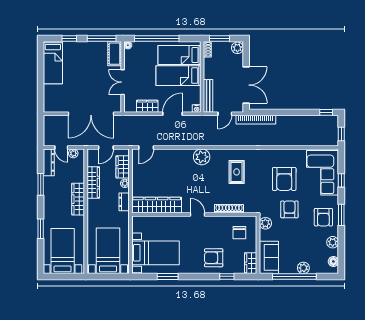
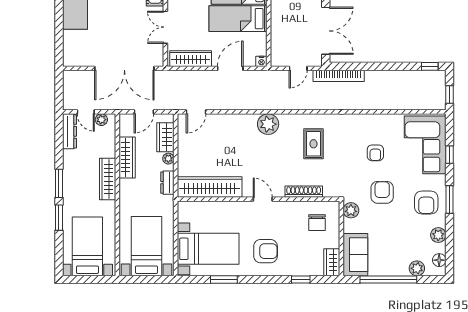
bench: (208, 96) -> (276, 45), removed
wardrobe: (147, 106) -> (191, 59), width x1.50
armchair: (284, 179) -> (375, 153), width x0.53, depth x0.53
window: (41, 184) -> (59, 183), moved
armchair: (214, 258) -> (266, 251), moved, turned 180
plant: (303, 268) -> (417, 268), moved

